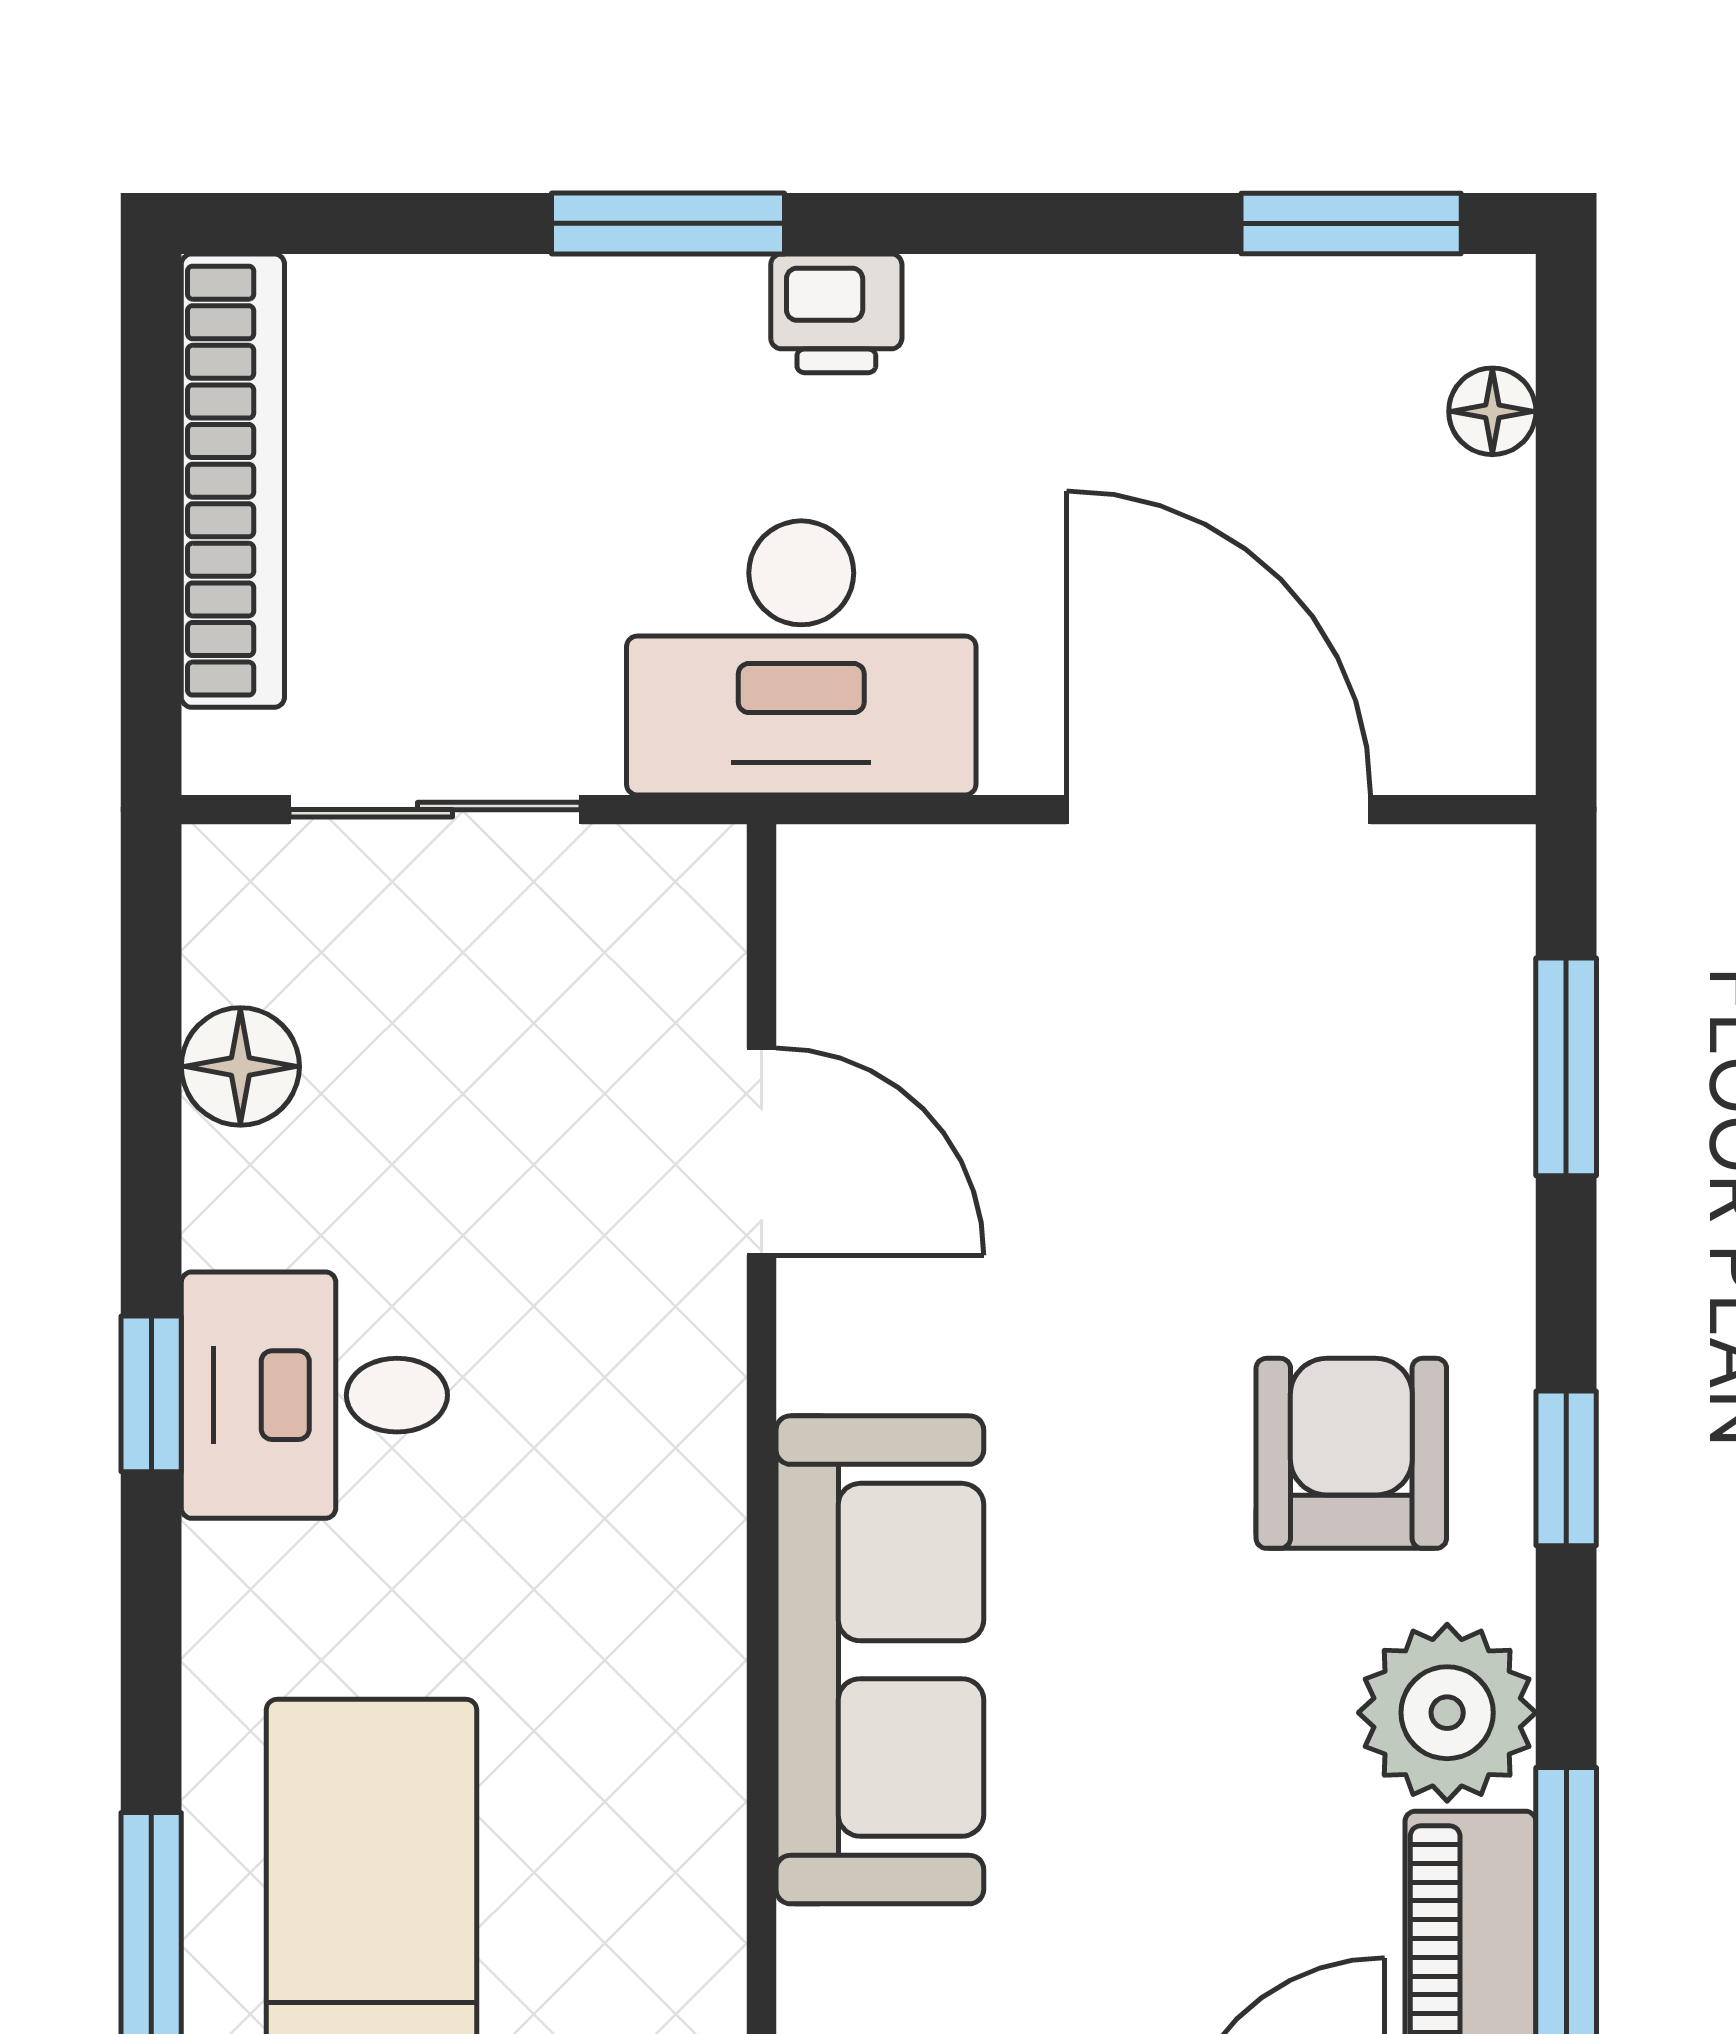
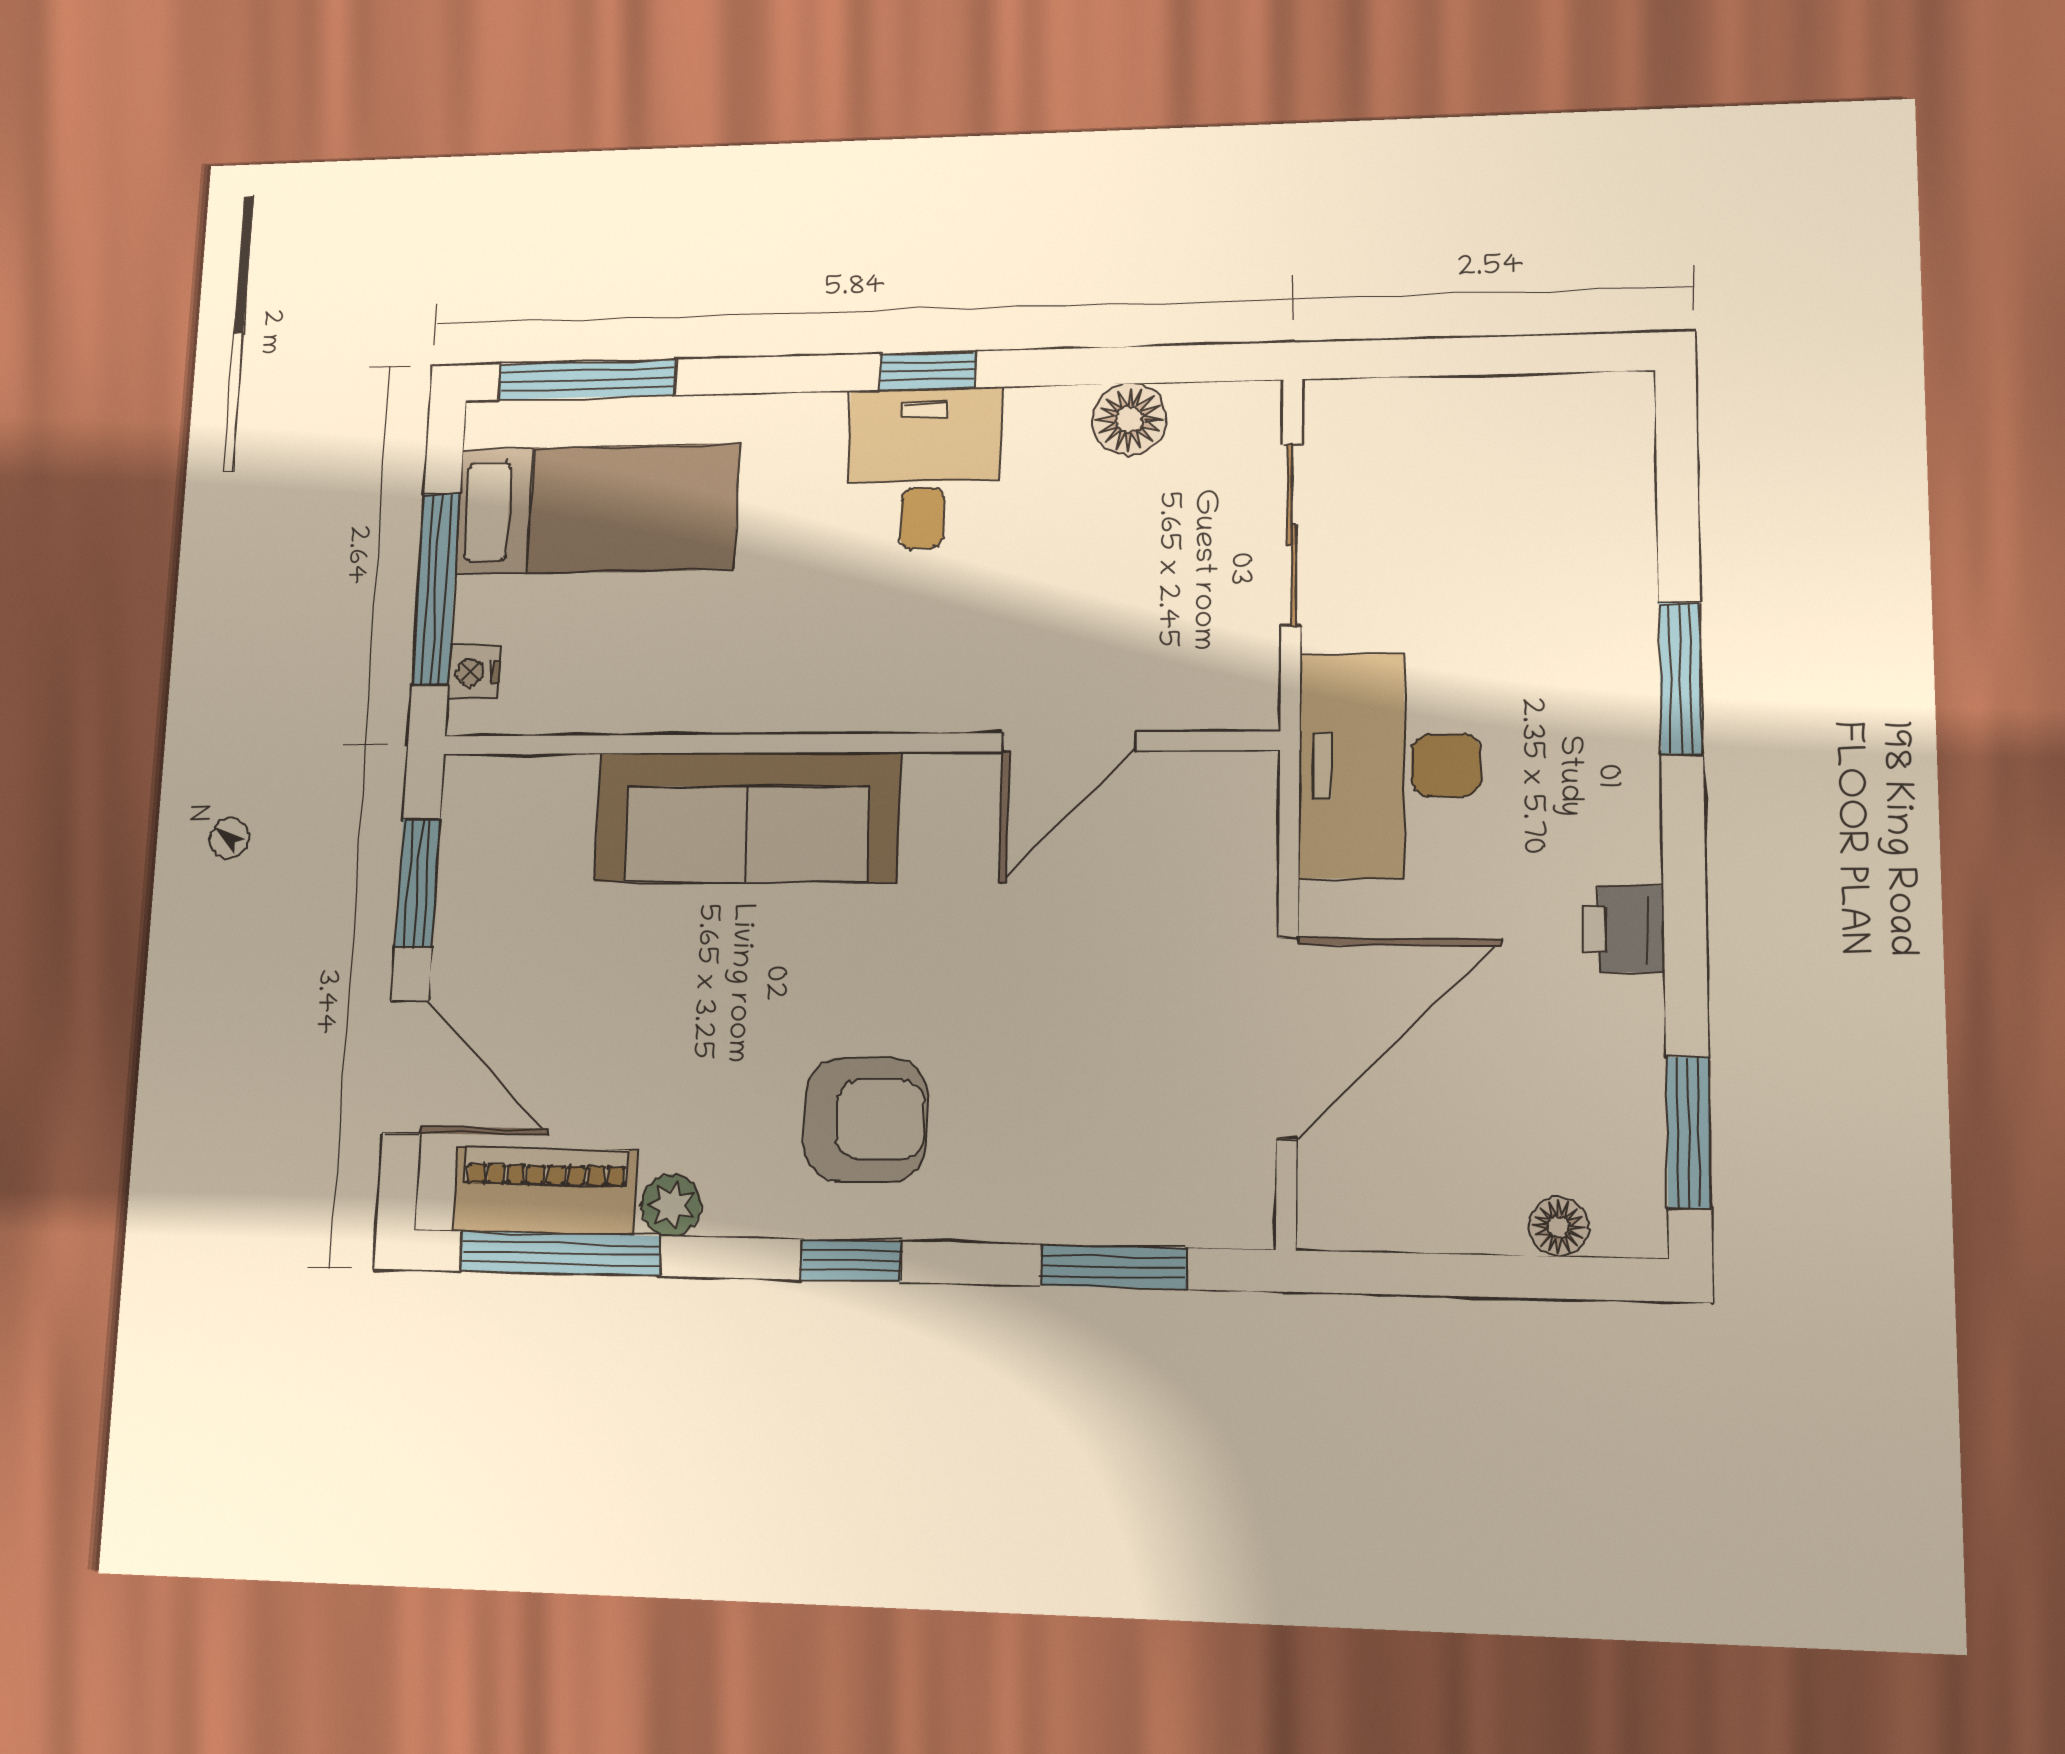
printer: (836, 313) -> (1623, 929), moved
bookcase: (233, 481) -> (1506, 406), removed
plant: (1447, 1713) -> (671, 1205), width x0.53, depth x0.53

